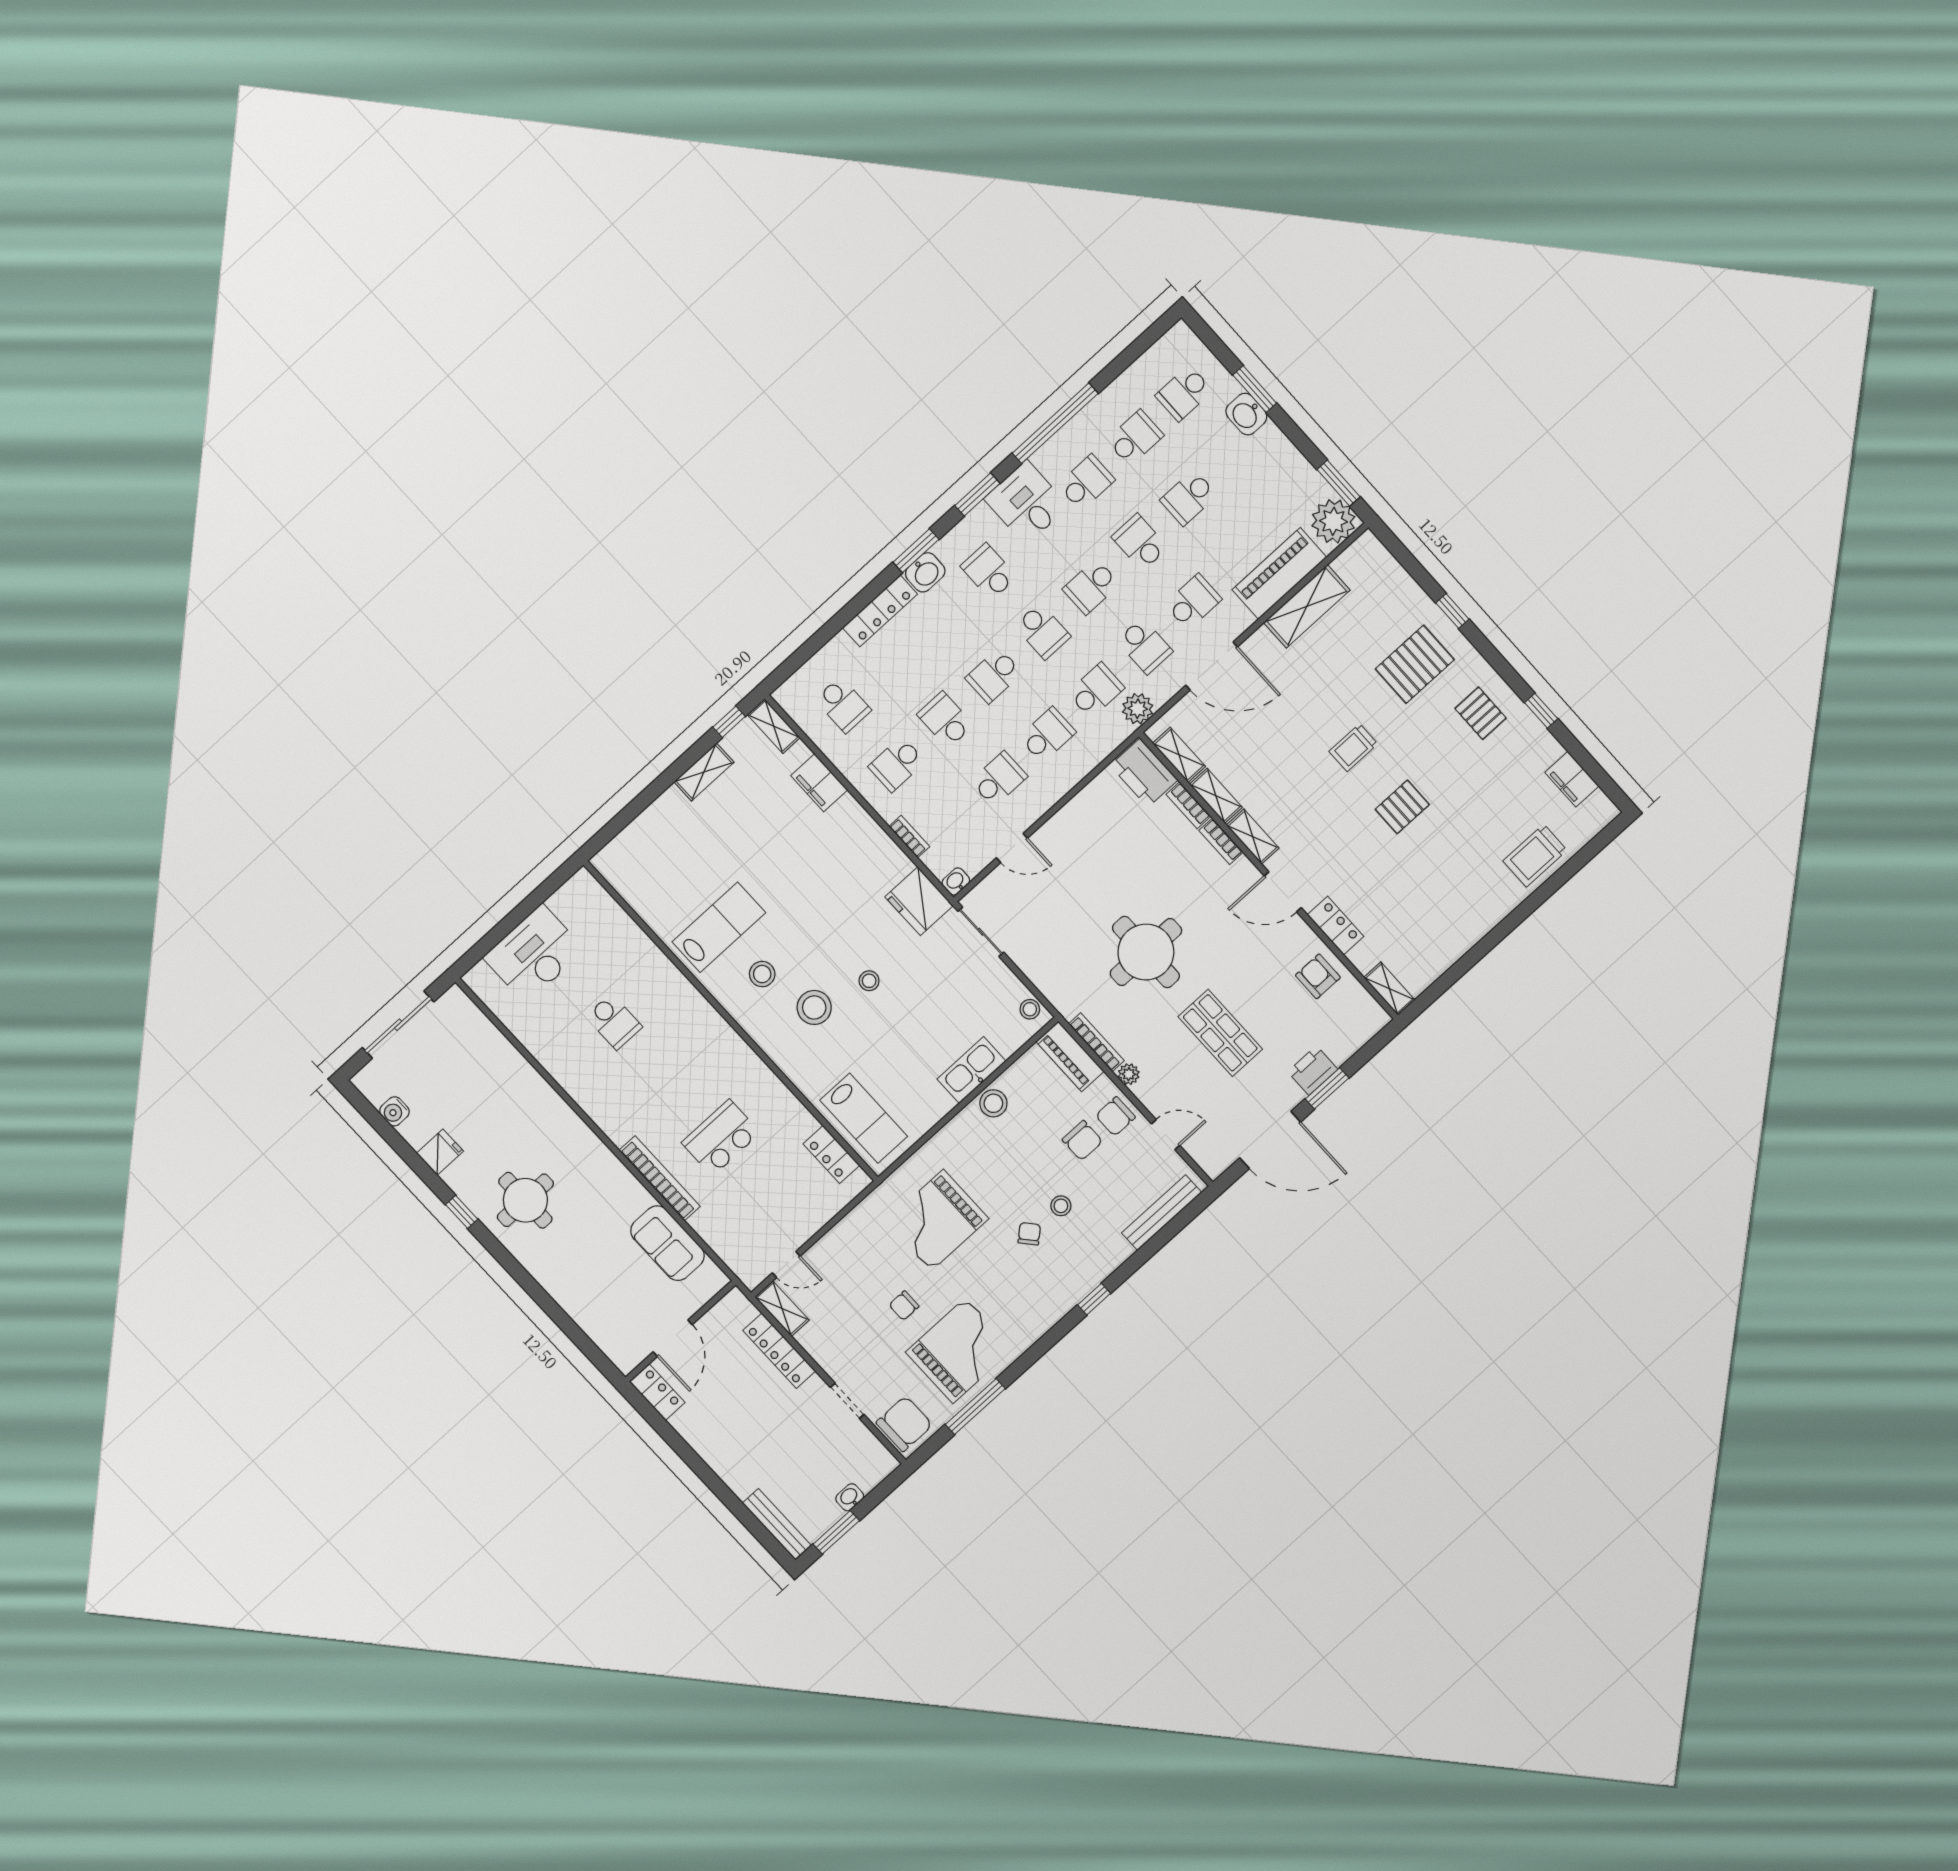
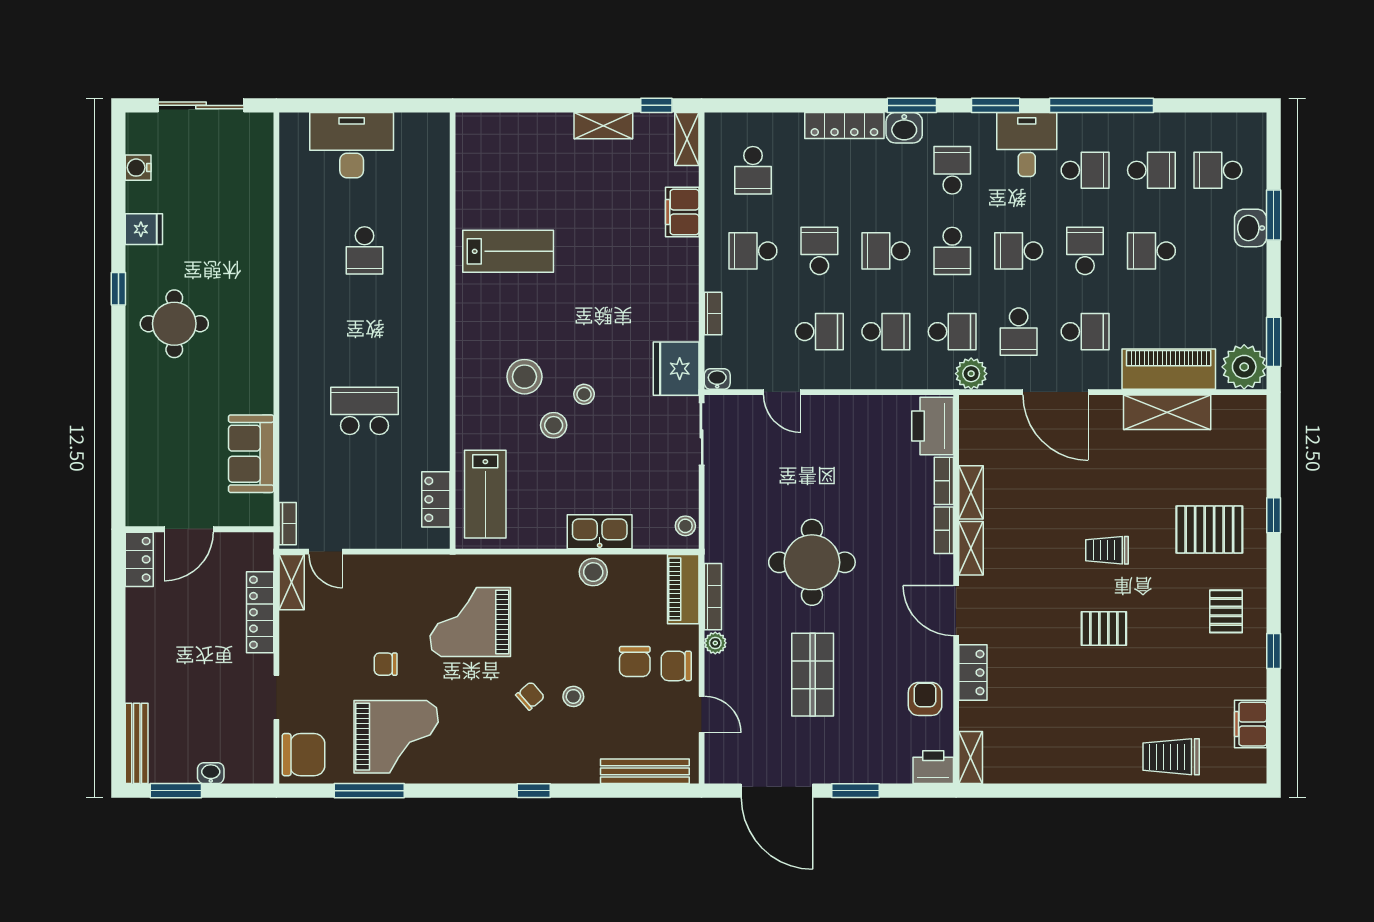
shelving: (1179, 755) -> (971, 436), removed
stool: (762, 974) -> (554, 425), moved
printer: (1313, 1071) -> (933, 767), moved
bookcase: (660, 1178) -> (288, 524), moved, width x0.43, depth x0.76

